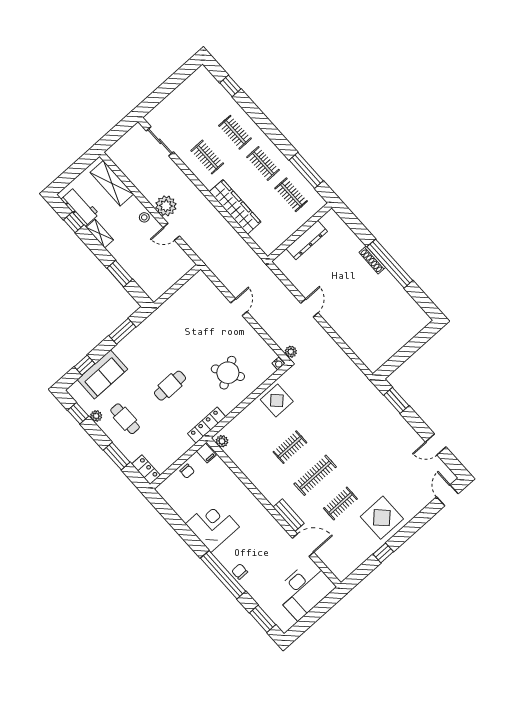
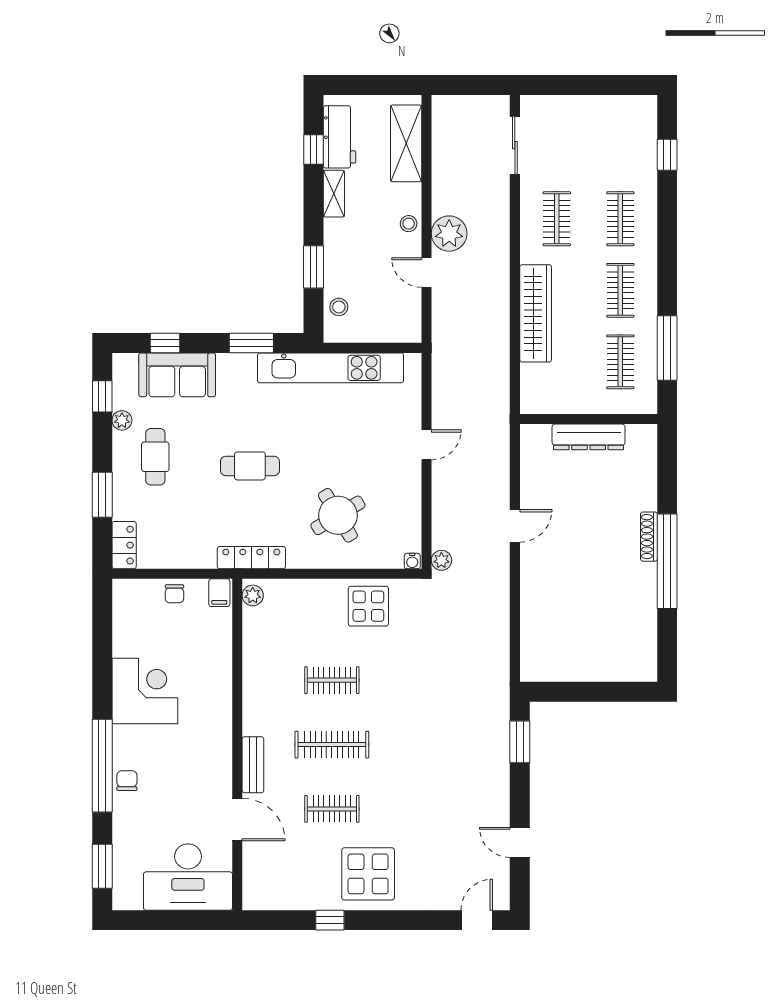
stool: (146, 281) -> (339, 307), added
kitchen unit: (167, 311) -> (331, 368), added

